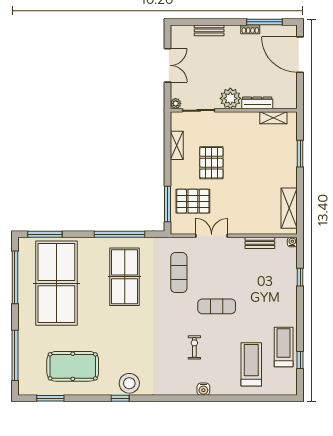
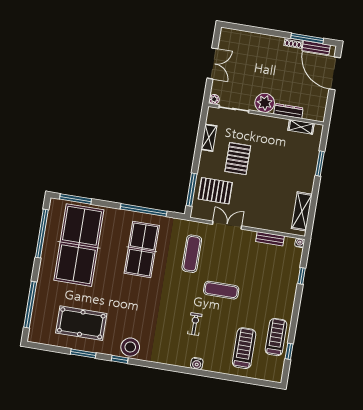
bench: (209, 30) -> (316, 48), moved
window: (50, 398) -> (83, 353), moved

